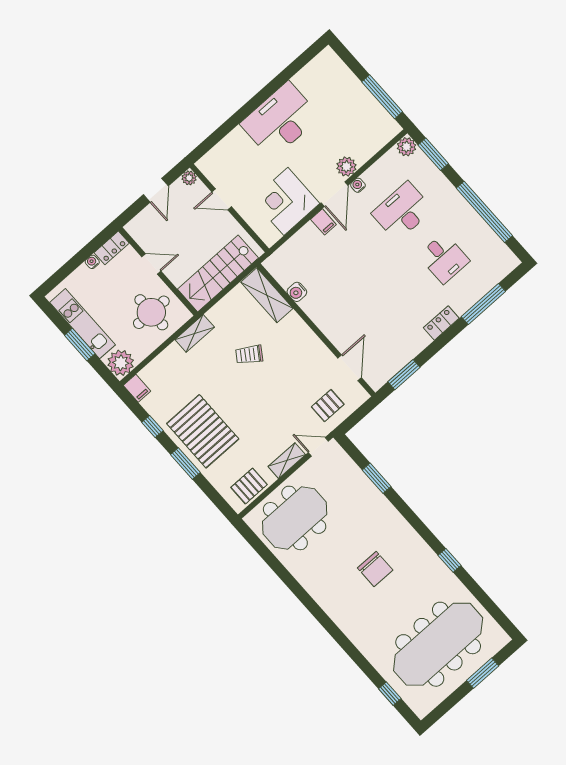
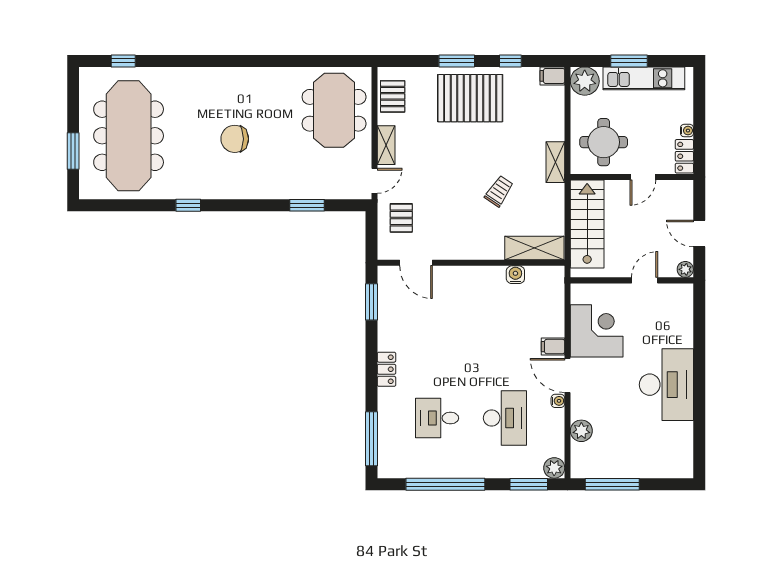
plant: (346, 167) -> (581, 431), moved
window: (483, 304) -> (372, 439), moved

